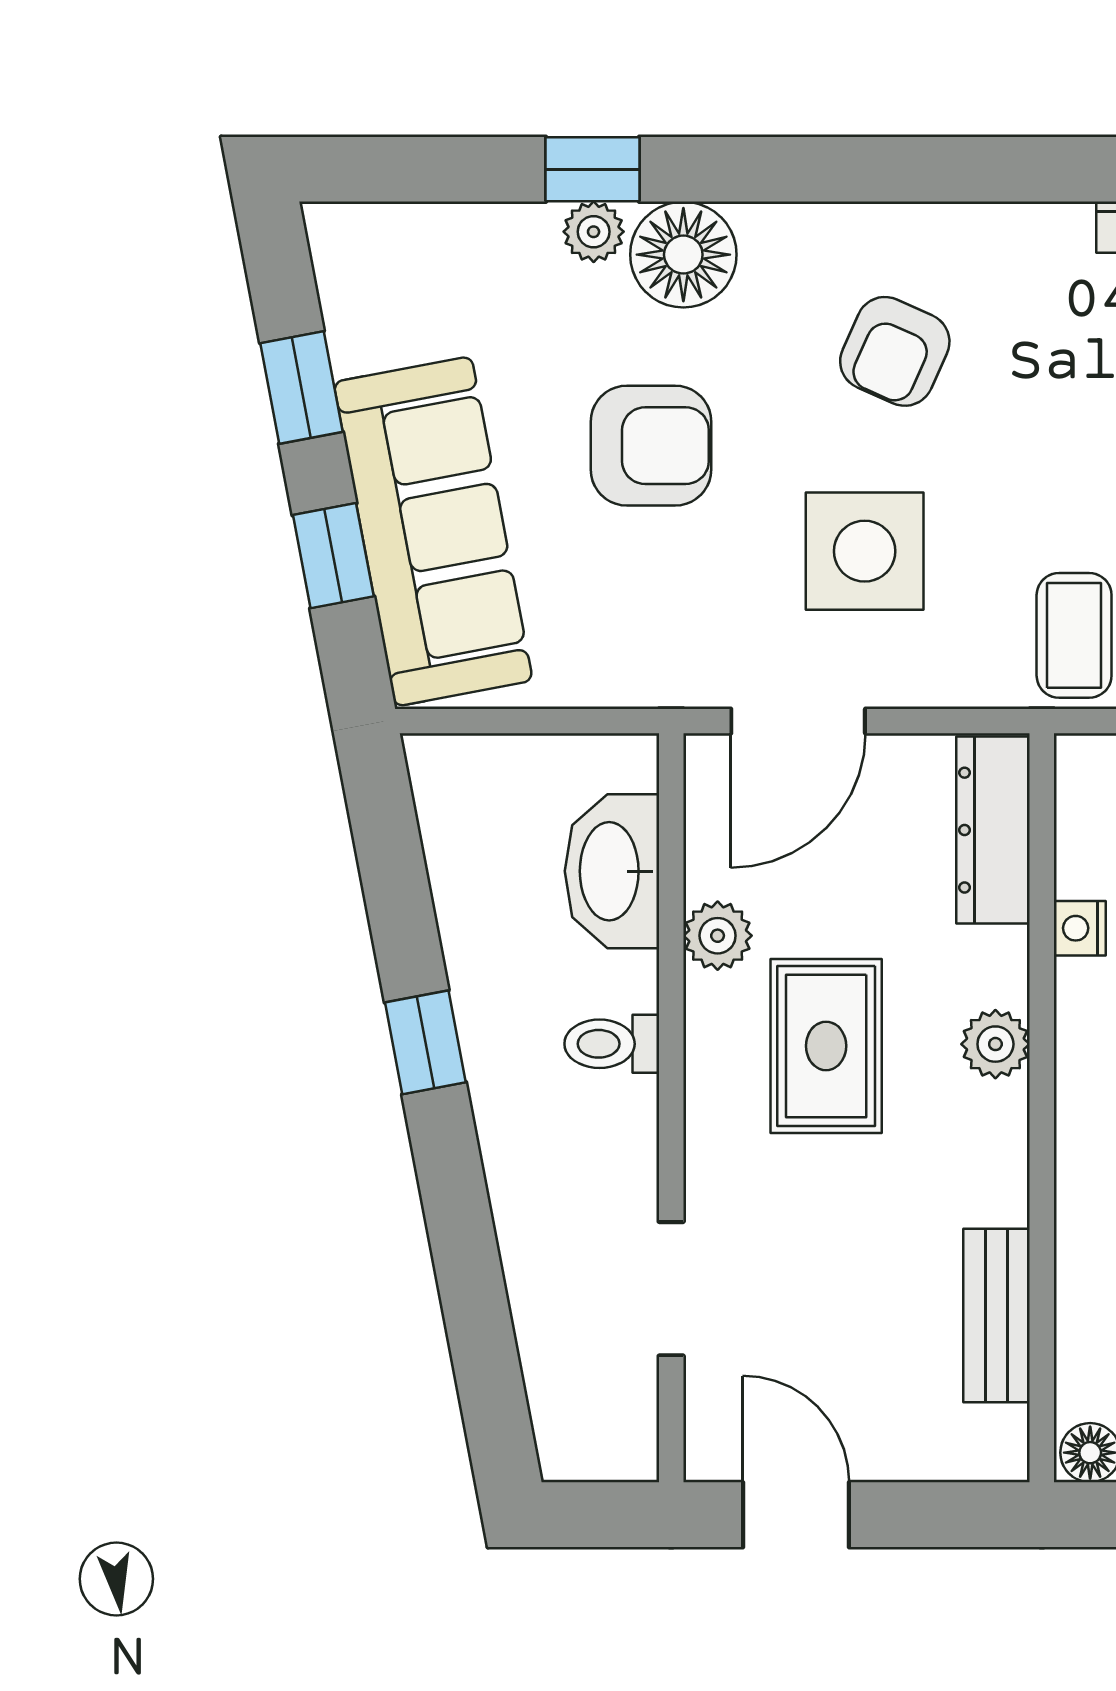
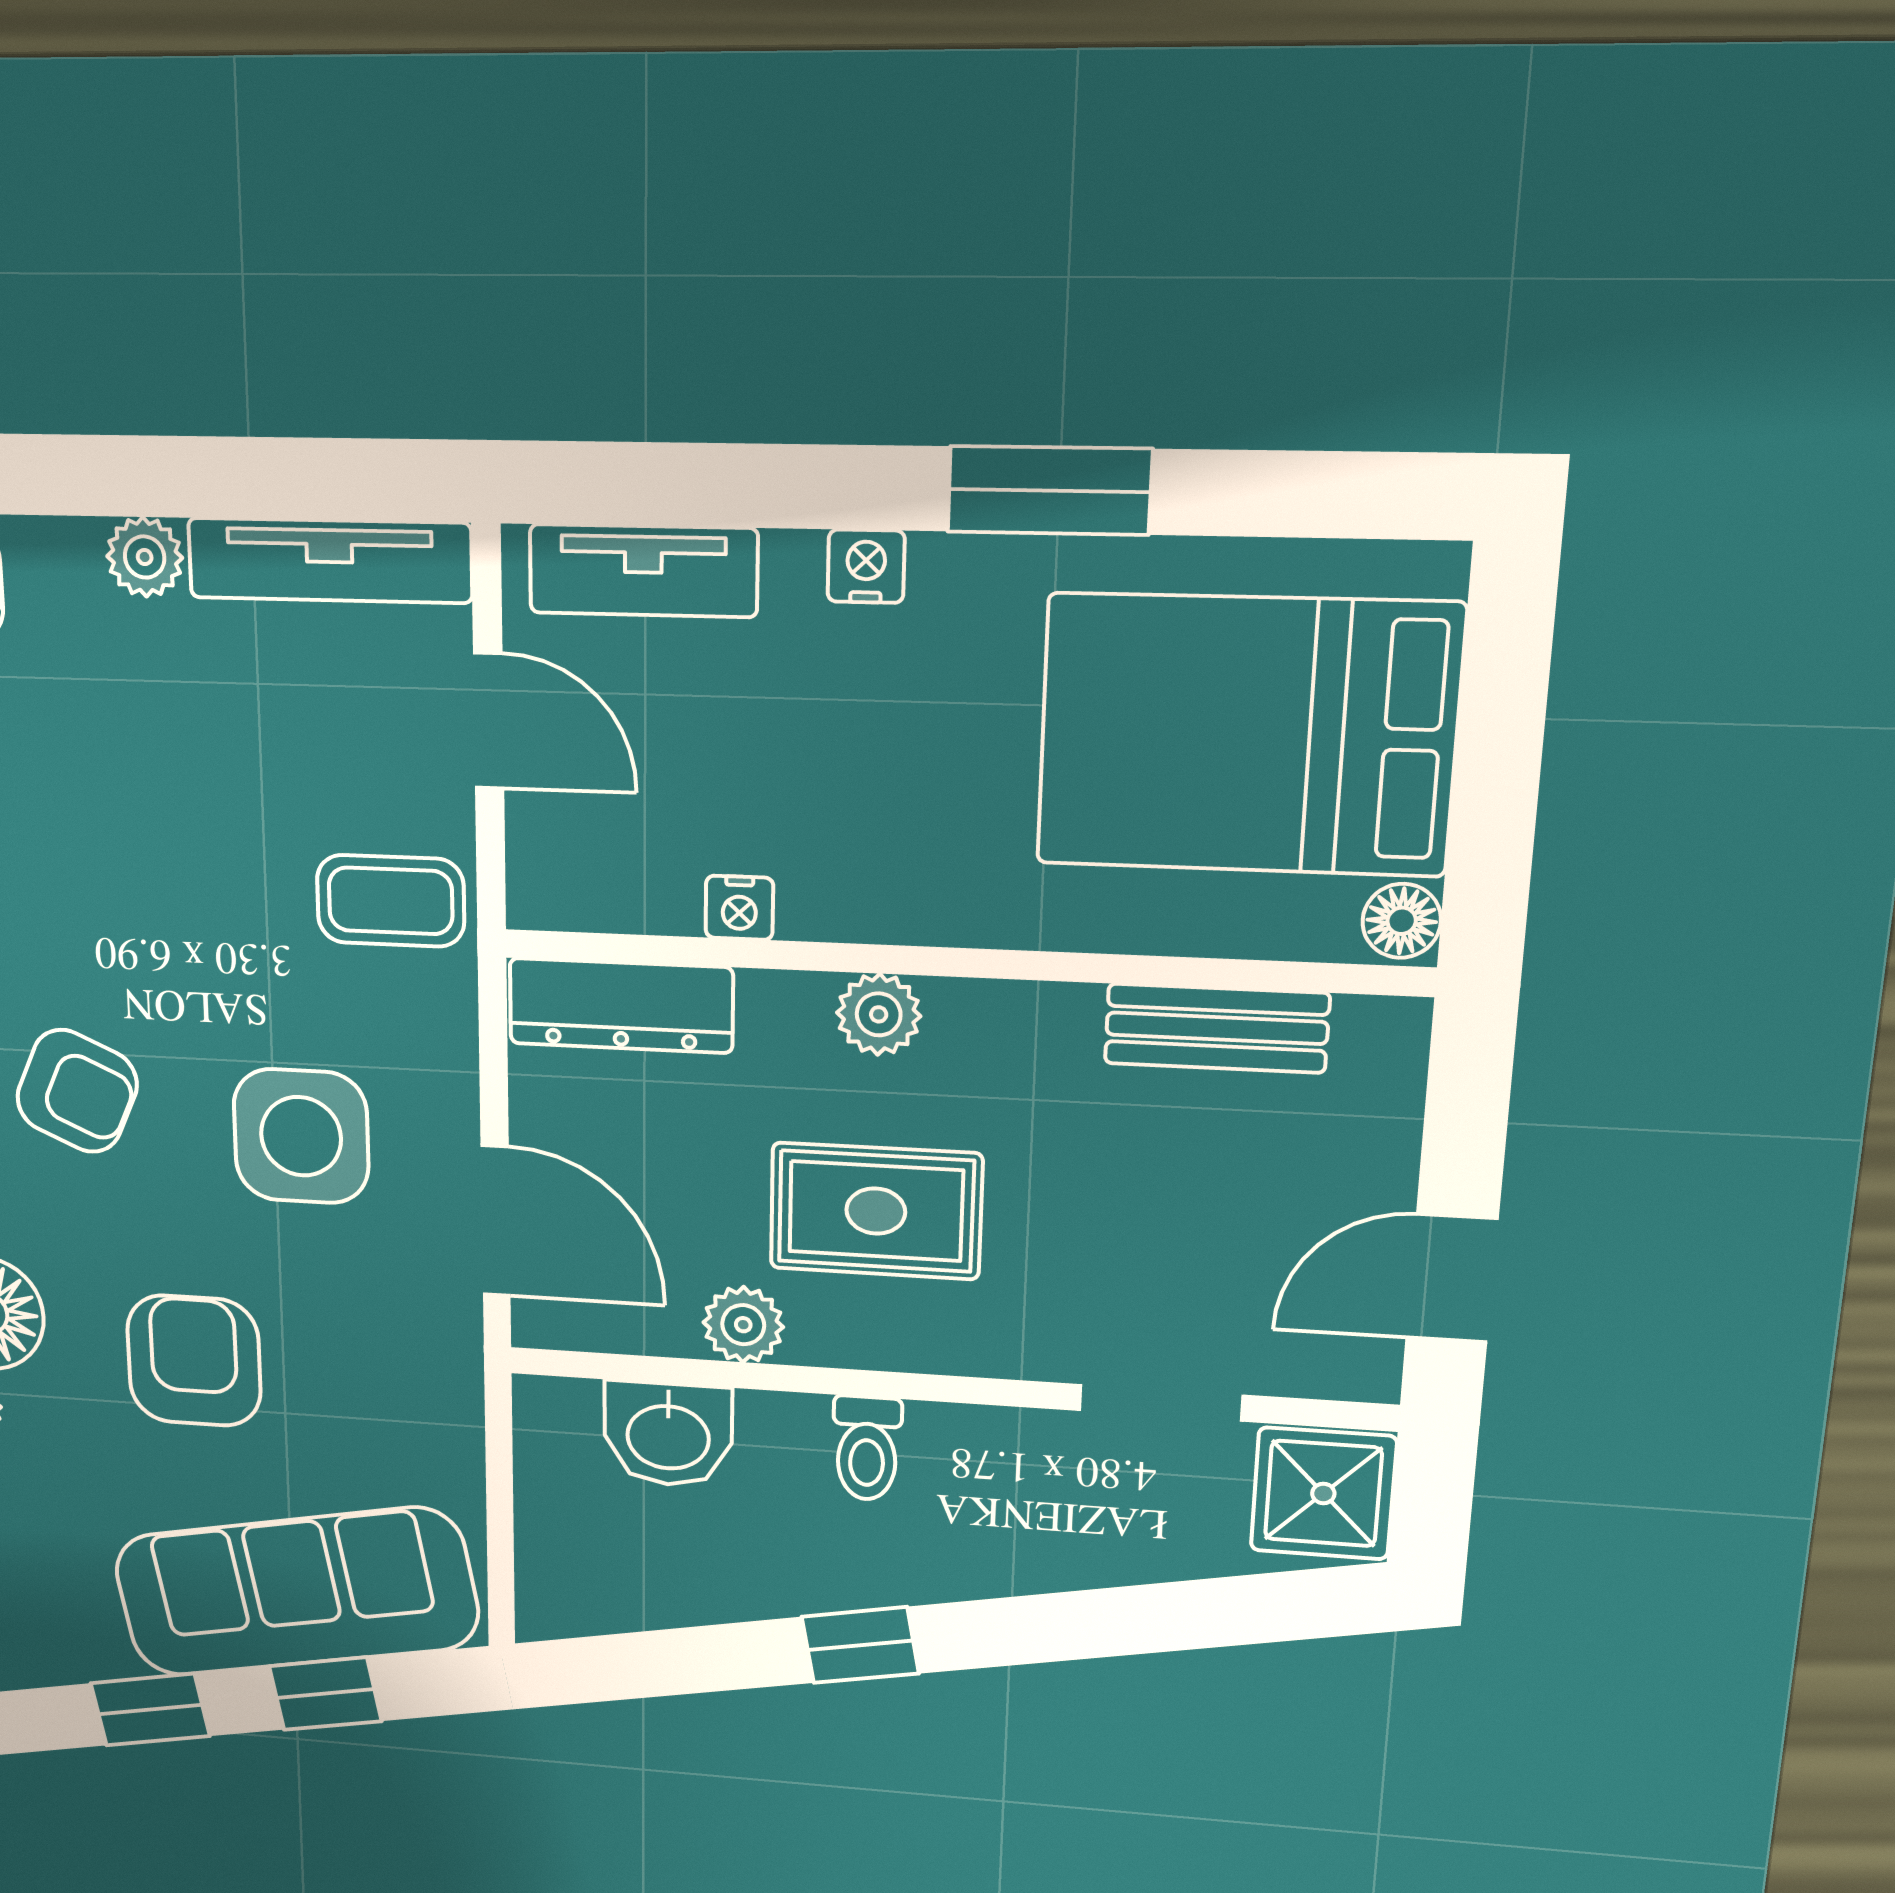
washbasin: (612, 871) -> (668, 1434), width x0.72
shower: (600, 1426) -> (1323, 1493), added

